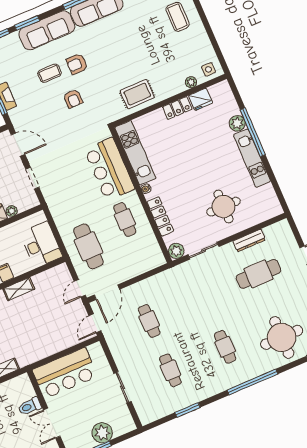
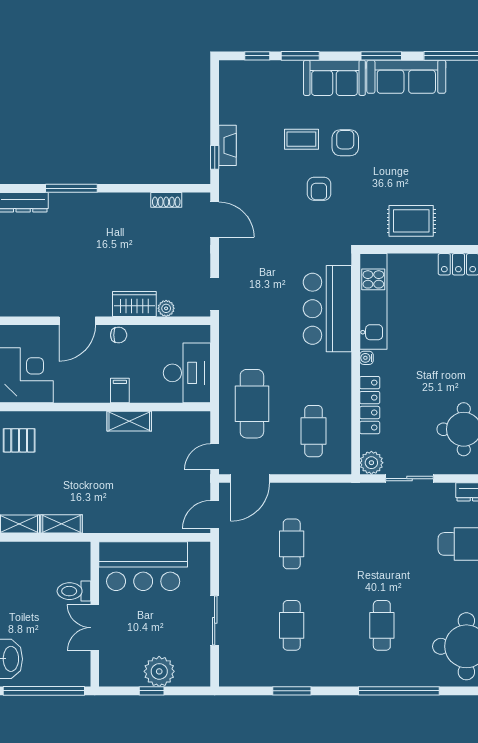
sofa: (47, 30) -> (334, 78), width x0.73
armchair: (77, 64) -> (345, 143), turned 90
doorway: (32, 178) -> (215, 294), moved
cafe table: (125, 220) -> (314, 431), moved

